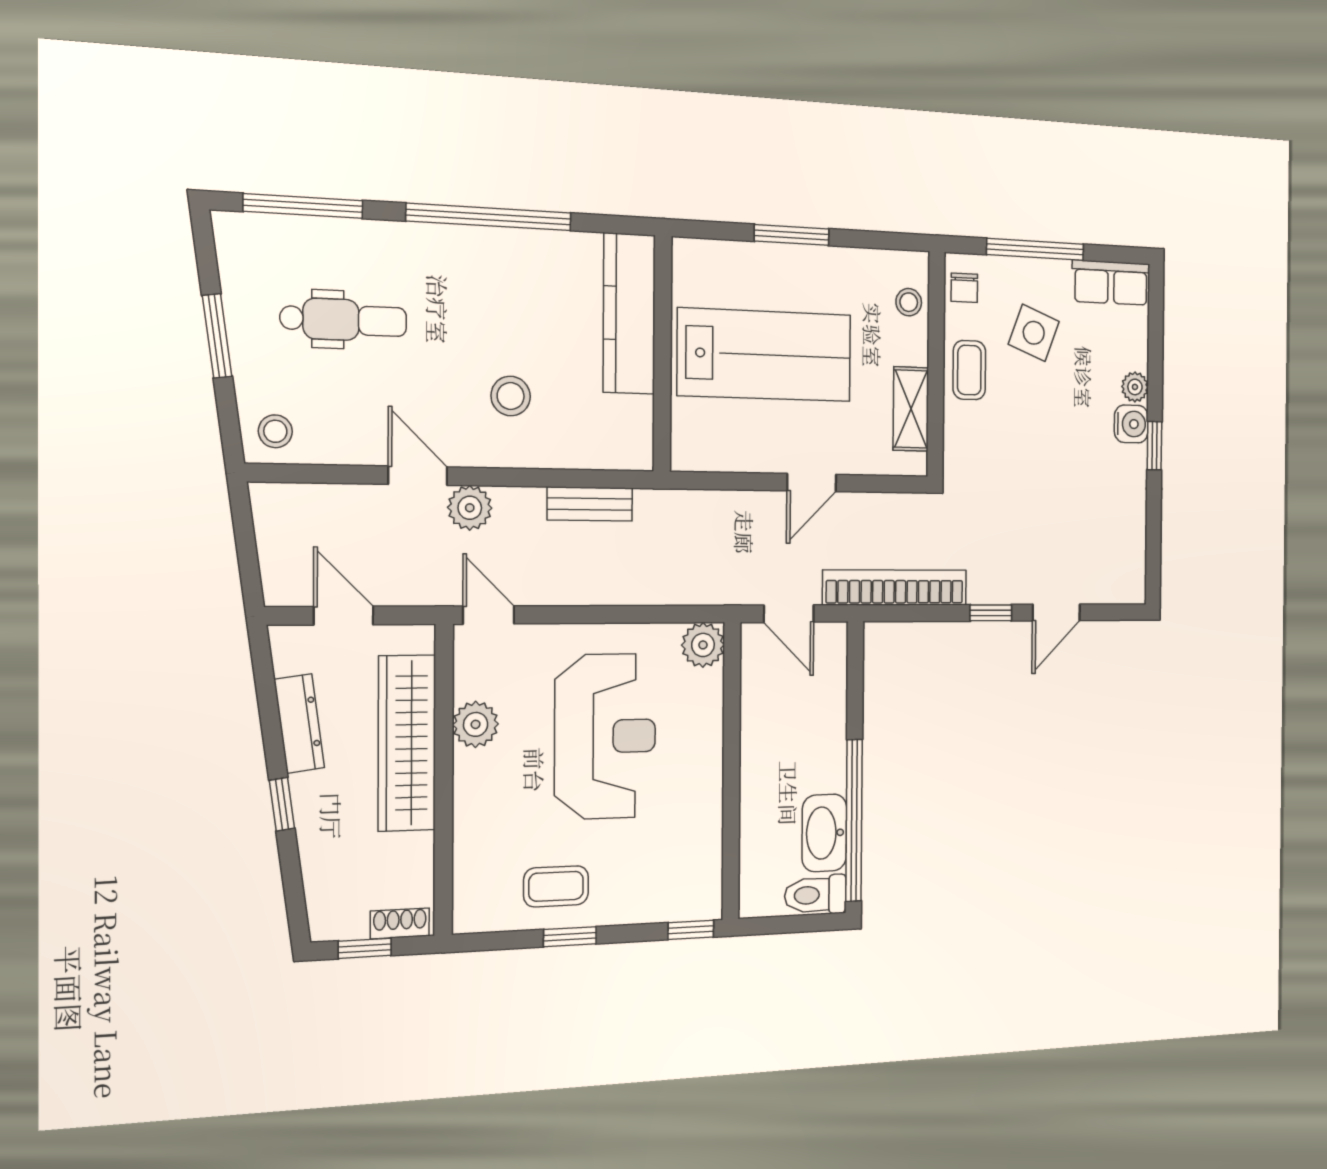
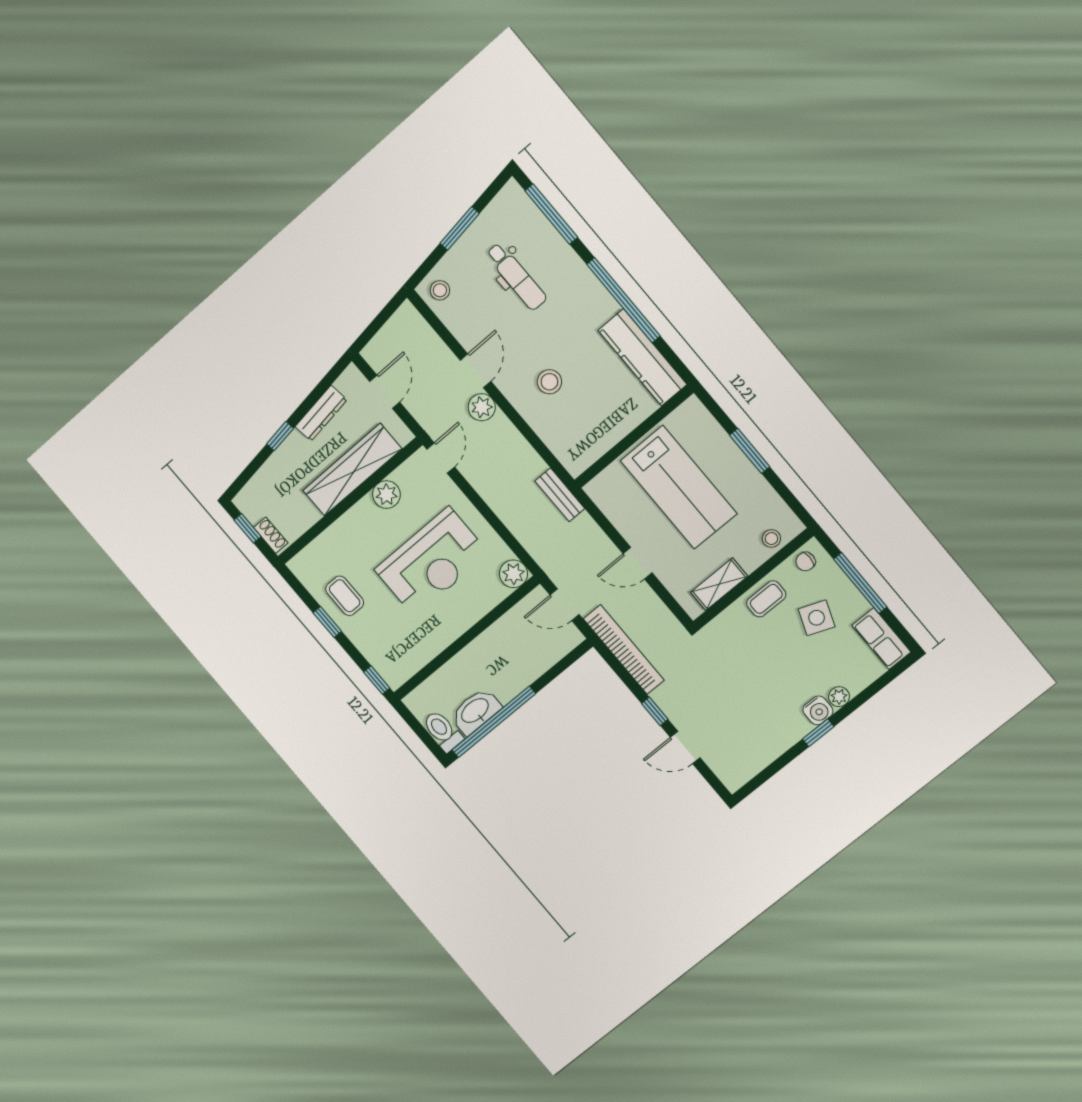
kitchen counter: (629, 314) -> (643, 357), moved, turned -90
bench: (590, 504) -> (560, 495), moved
door: (789, 614) -> (565, 605), hinge flipped

